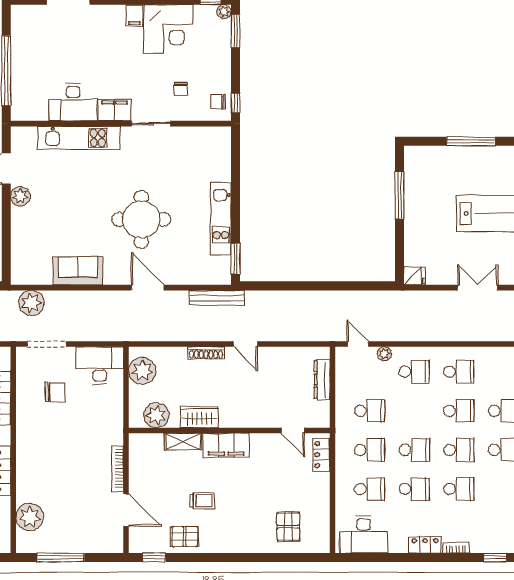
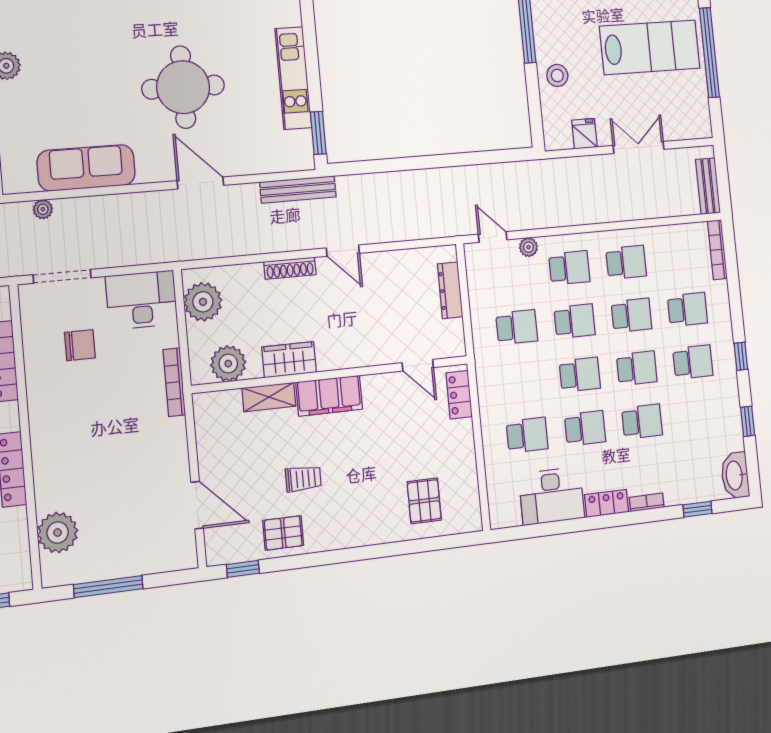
stool: (420, 230) -> (557, 75), added
sofa: (78, 271) -> (86, 168), width x1.36
fridge: (415, 276) -> (584, 134), moved, turned -90
plant: (31, 303) -> (43, 209), width x0.53, depth x0.53
school desk: (370, 450) -> (575, 321), moved
bookcase: (118, 469) -> (174, 382), moved
desk: (364, 534) -> (552, 496), moved

